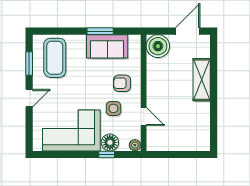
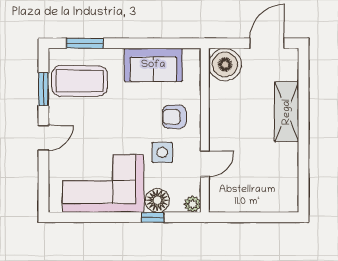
window: (100, 31) -> (85, 43), moved
coffee table: (55, 58) -> (80, 81), turned 90
door: (144, 116) -> (205, 164), hinge flipped

